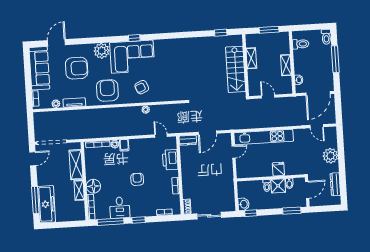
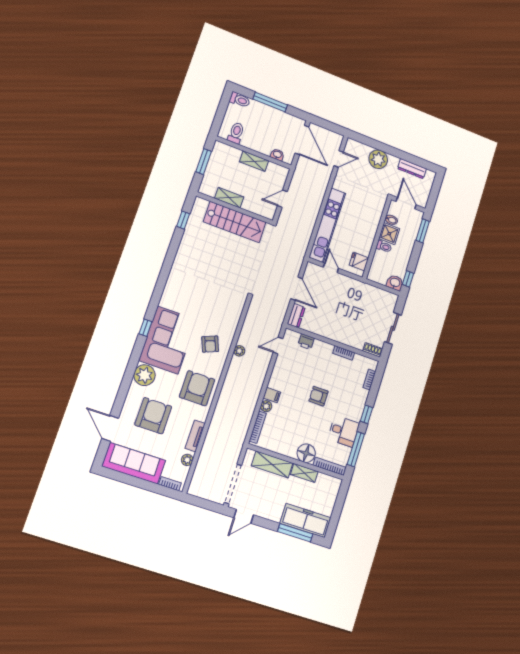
armchair: (107, 90) -> (197, 388), turned 90
door: (33, 159) -> (244, 516), swing flipped
printer: (170, 160) -> (306, 342), width x0.53, depth x0.68
fridge: (278, 169) -> (359, 261), moved

